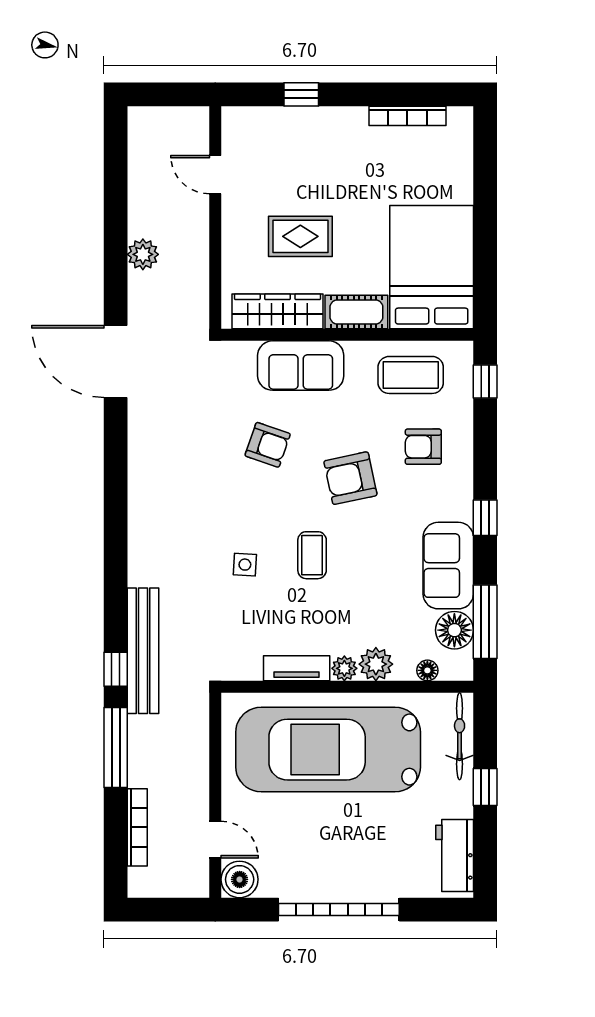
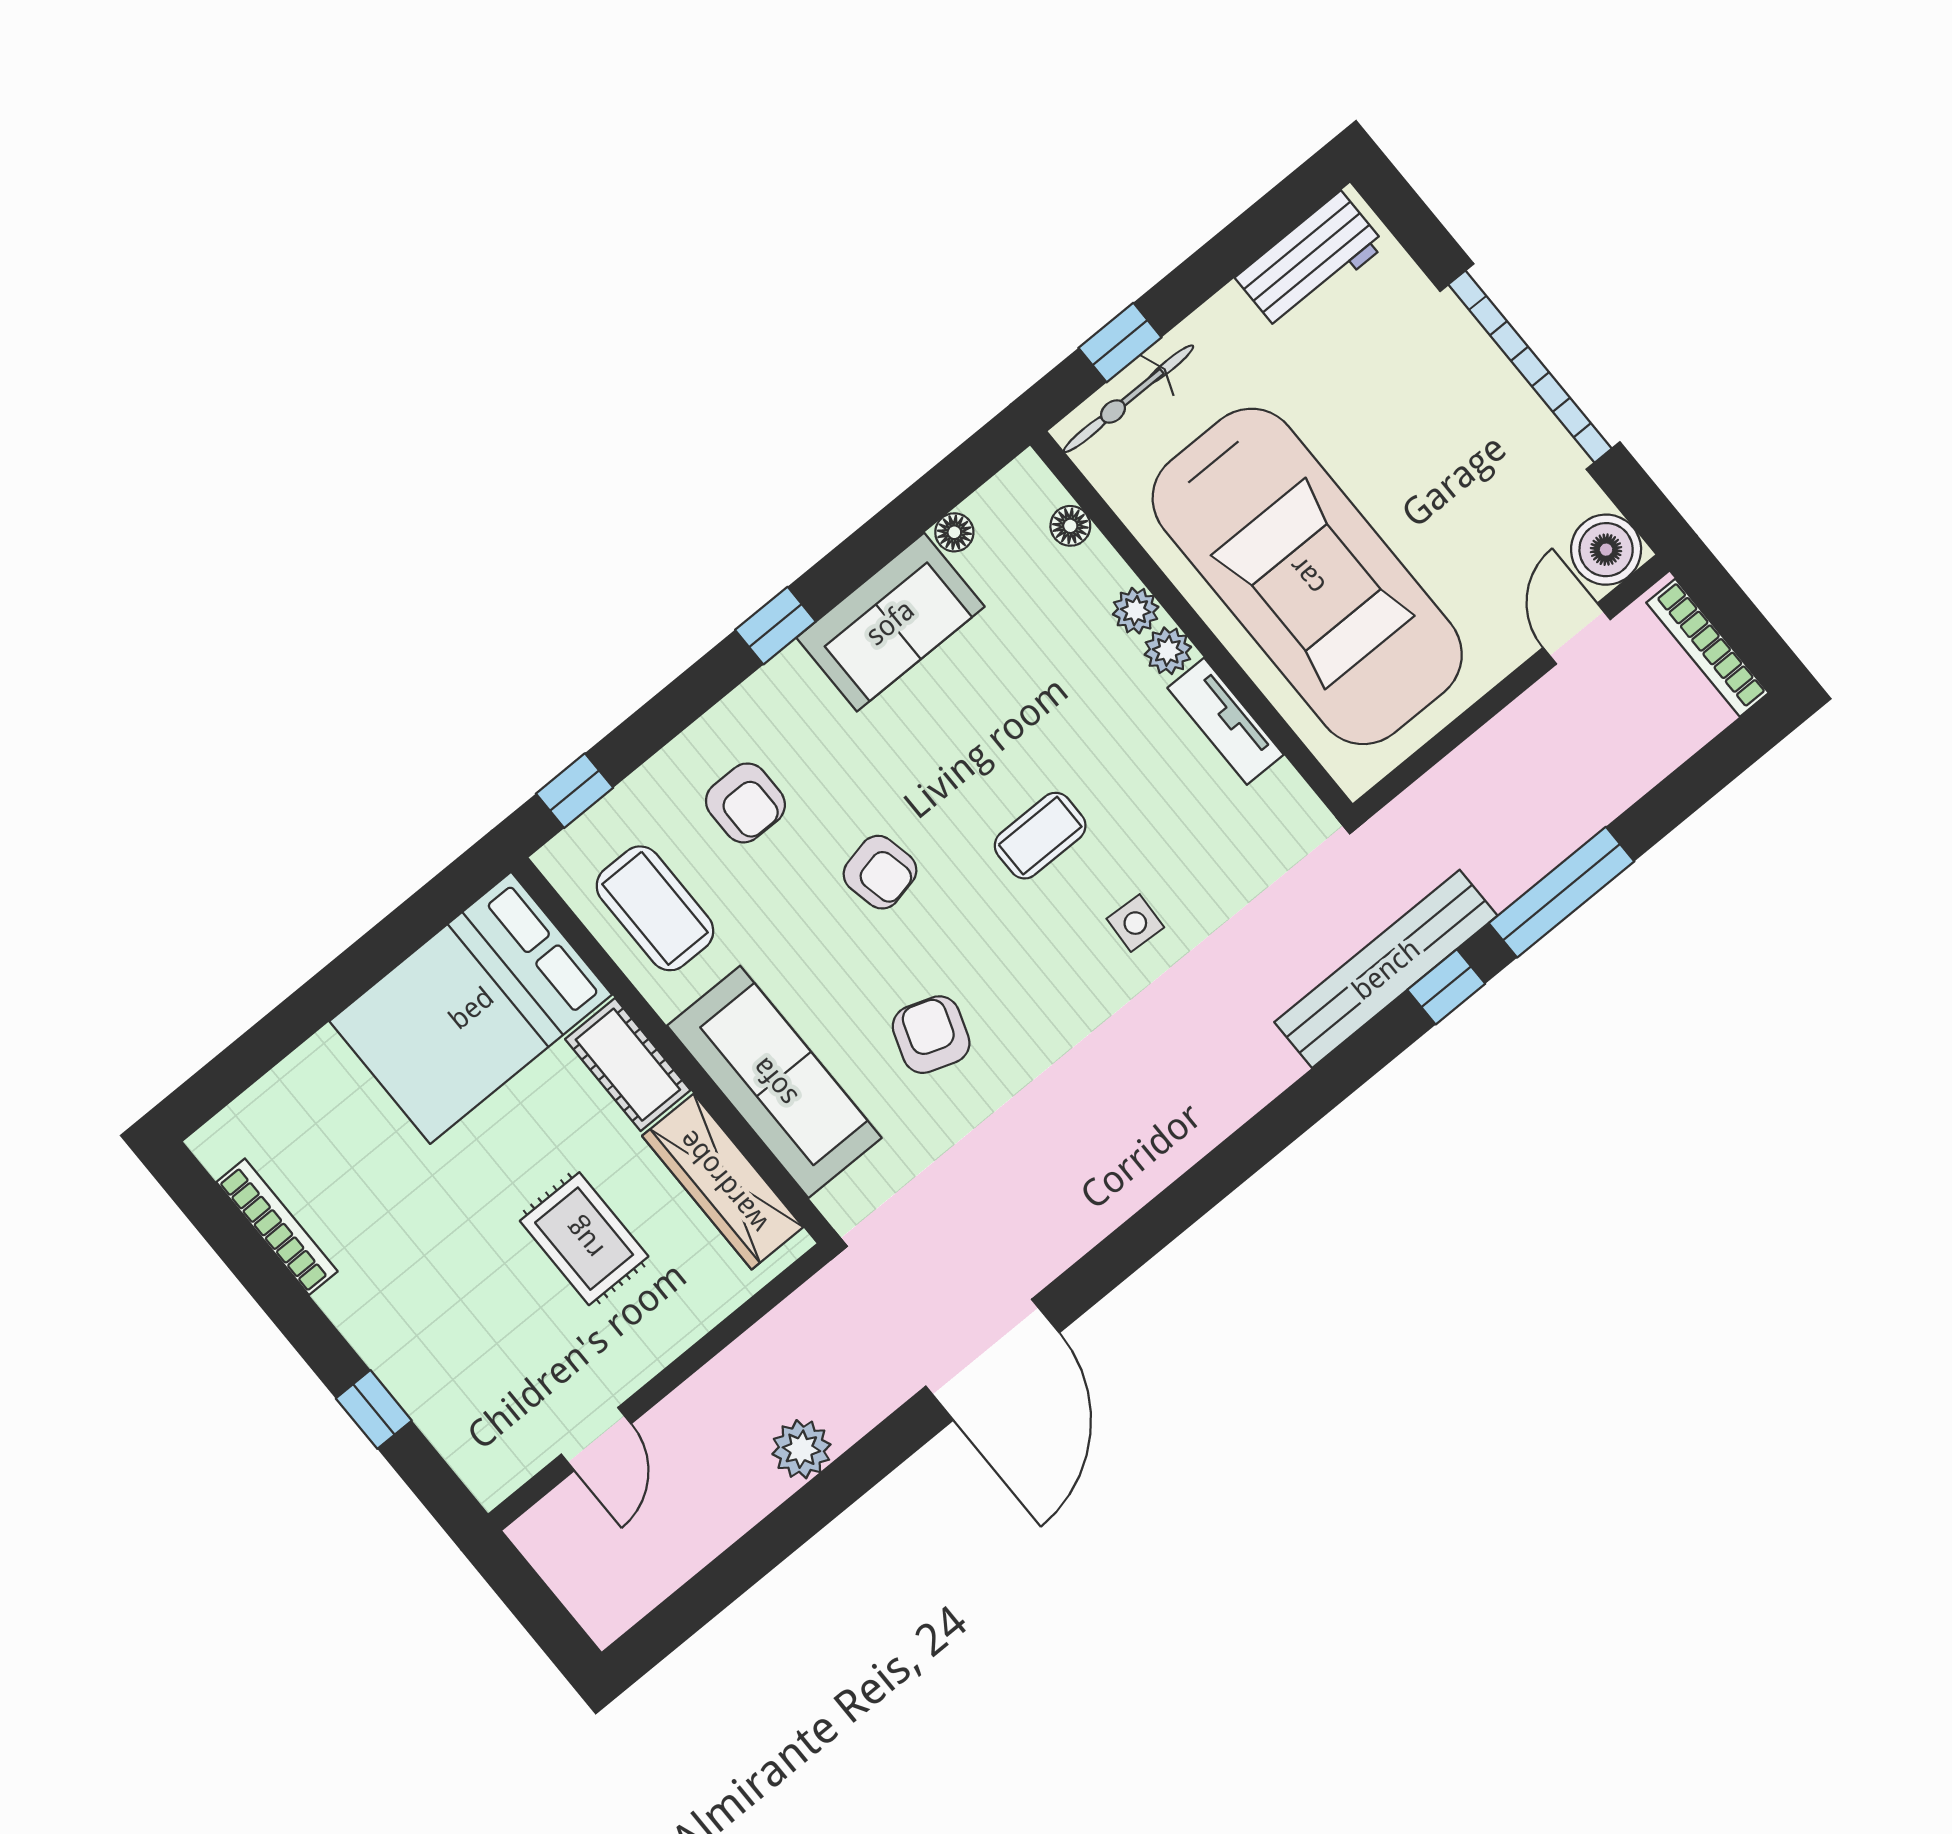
sofa: (301, 366) -> (774, 1082), width x1.36
armchair: (350, 478) -> (880, 872), width x0.72, depth x0.72
window: (485, 622) -> (929, 500), removed
floor lamp: (454, 630) -> (954, 532), width x0.53, depth x0.53
plant: (376, 664) -> (1136, 611), width x0.73, depth x0.73
window: (485, 787) -> (1120, 343), moved
bookcase: (137, 827) -> (1708, 648), moved, turned -90

